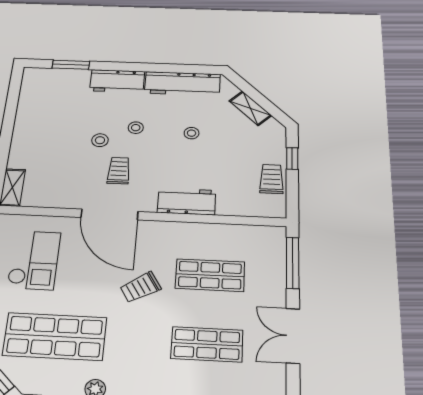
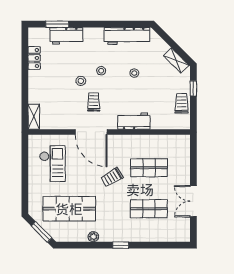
workbench: (117, 81) -> (66, 36), moved
locker: (27, 106) -> (34, 58), added
shelving: (250, 108) -> (176, 60), moved
window: (293, 263) -> (193, 158), removed

